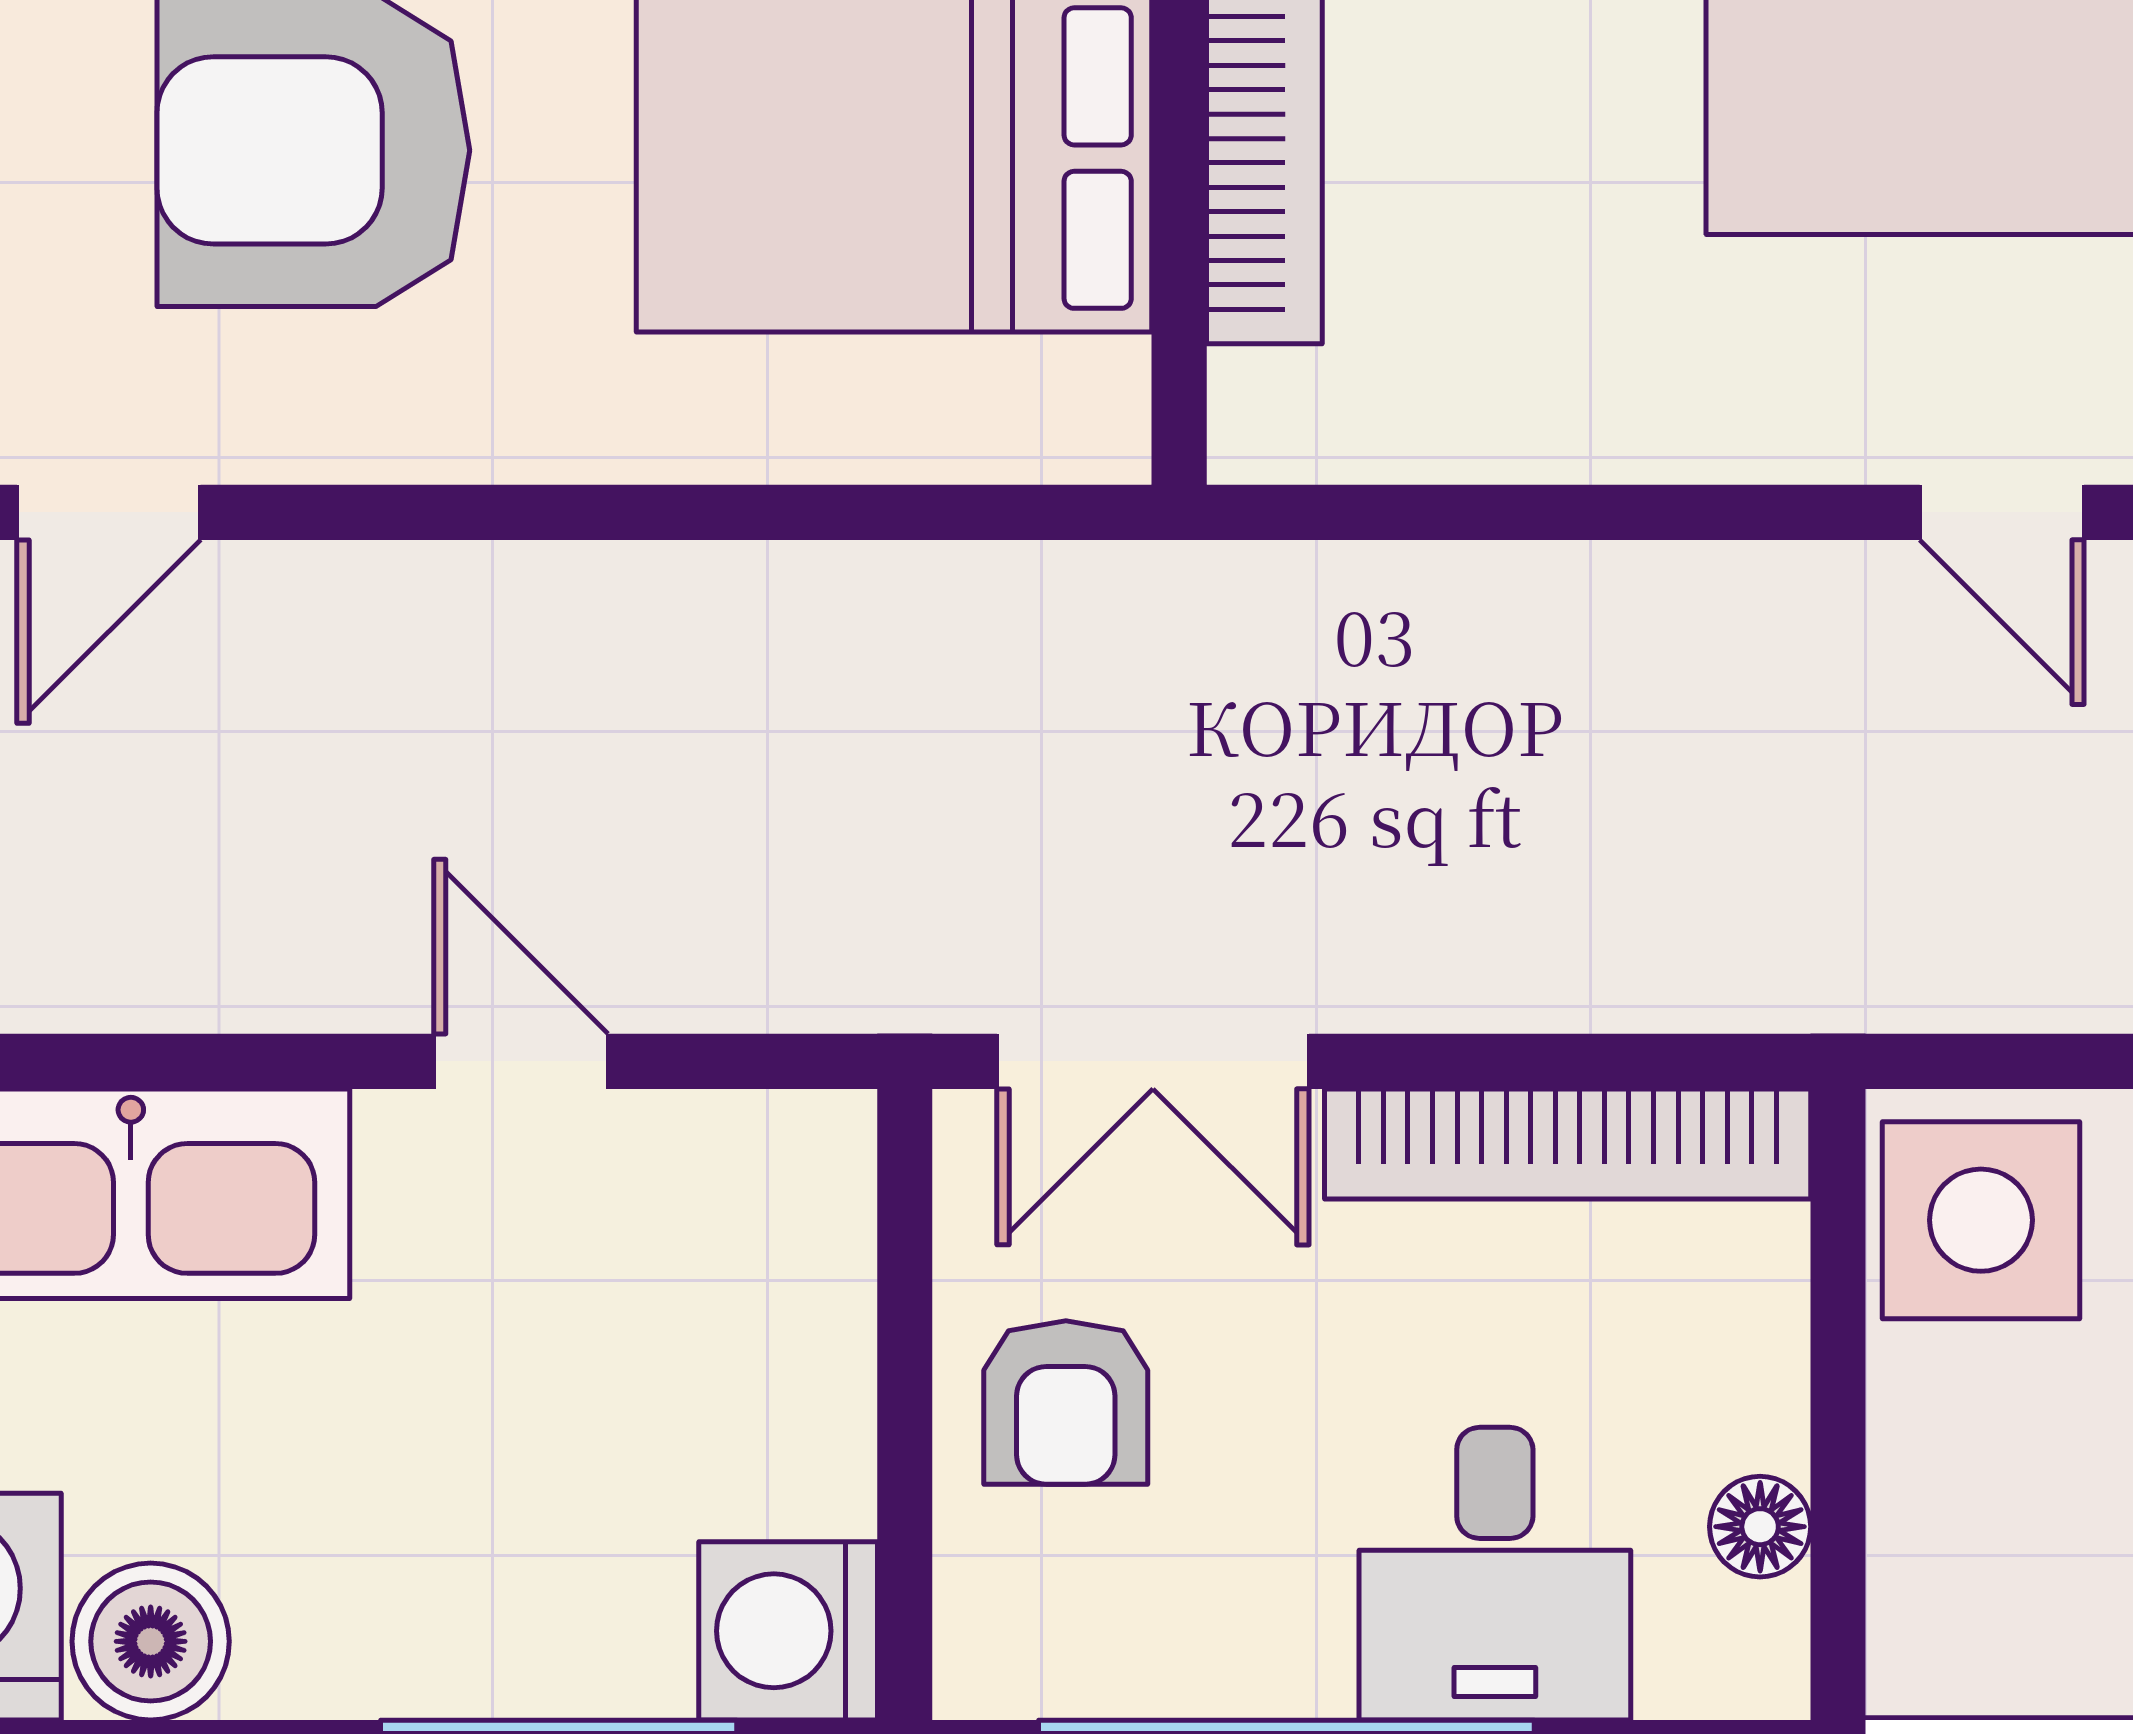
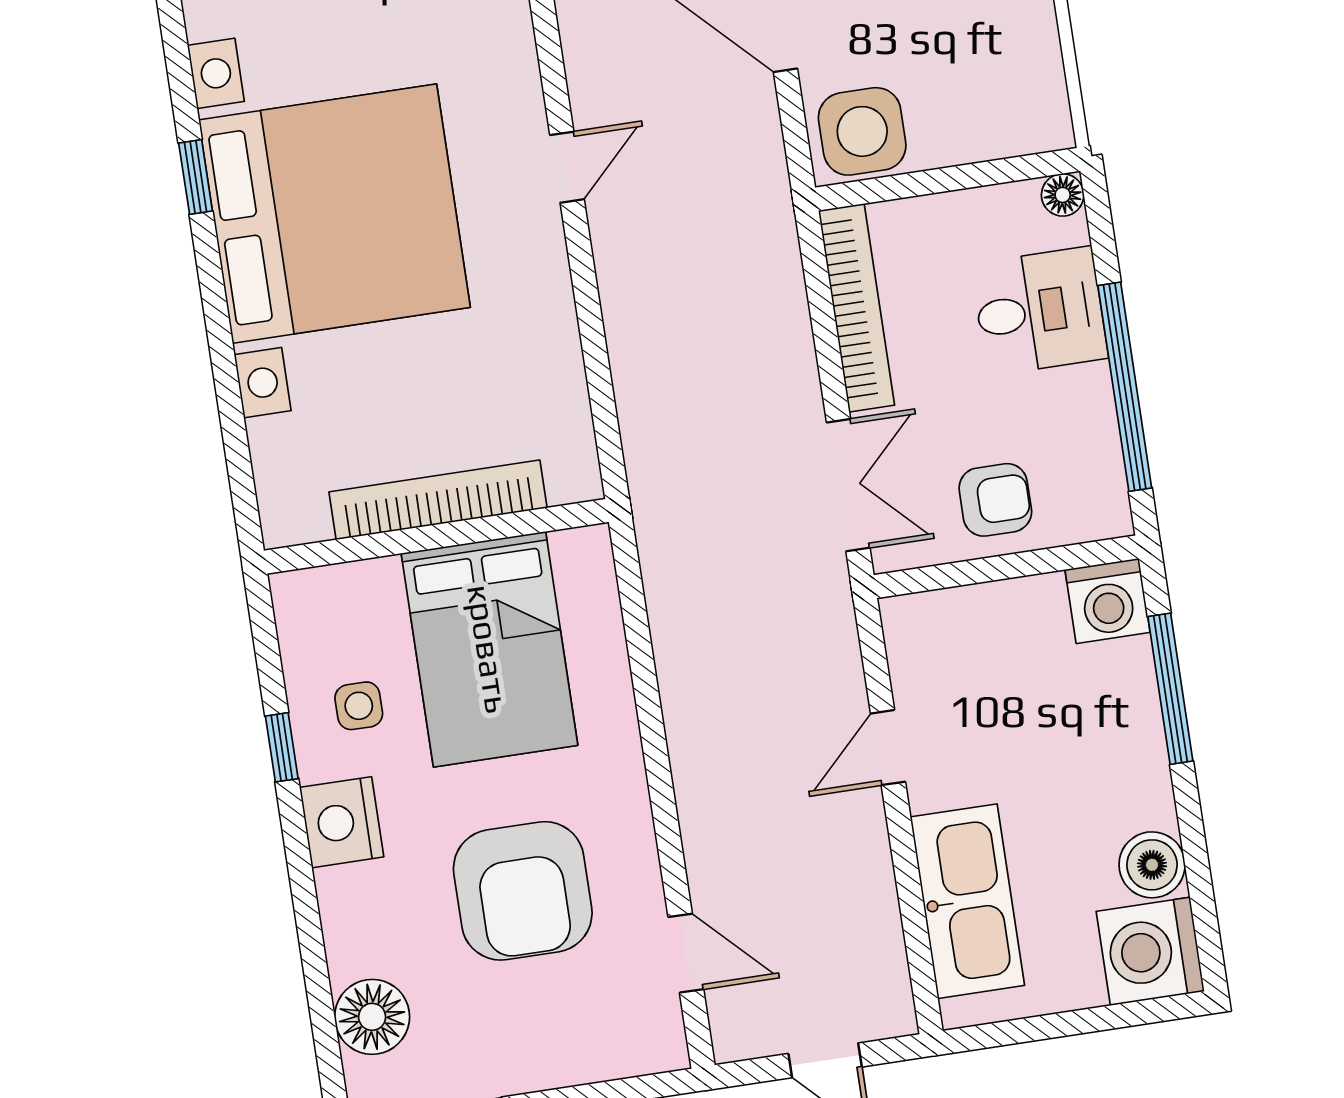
floor lamp: (1760, 1527) -> (1063, 195), moved

